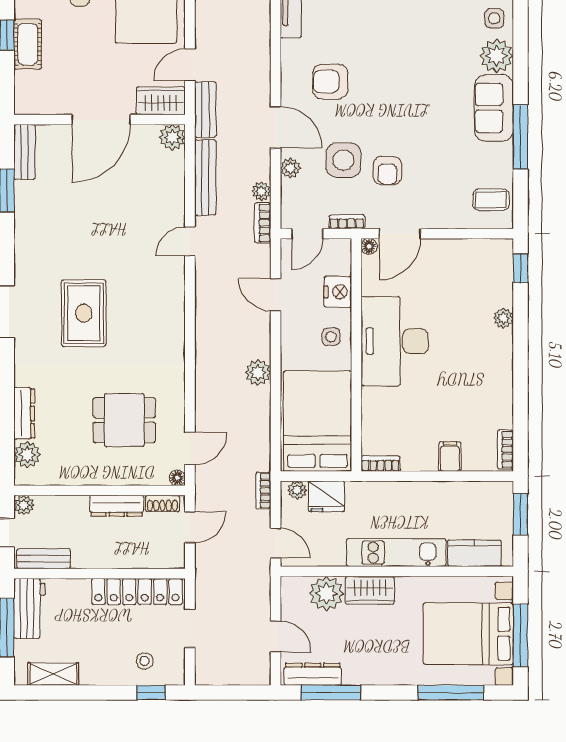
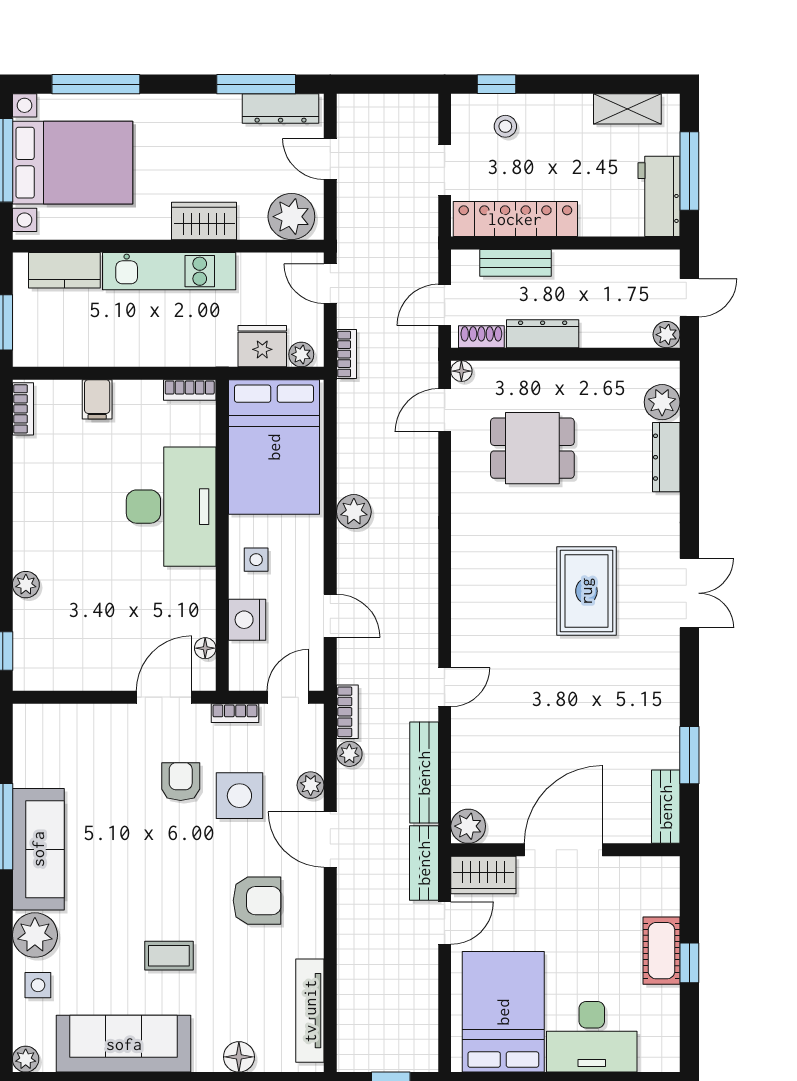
sofa: (494, 108) -> (38, 849), width x1.36
coffee table: (491, 200) -> (169, 956), moved
floor lamp: (369, 246) -> (205, 648), moved
desk: (395, 341) -> (171, 507), moved
bench: (44, 559) -> (516, 263), moved
plant: (326, 593) -> (291, 217), moved

